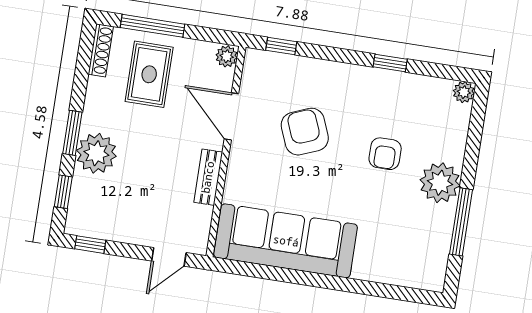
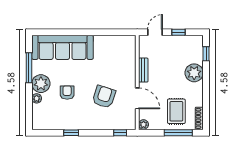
plant: (464, 92) -> (37, 98), moved
armchair: (305, 132) -> (104, 97), turned -140
window: (72, 133) -> (206, 80), removed
sofa: (286, 241) -> (63, 47), moved
window: (90, 245) -> (179, 32), moved

